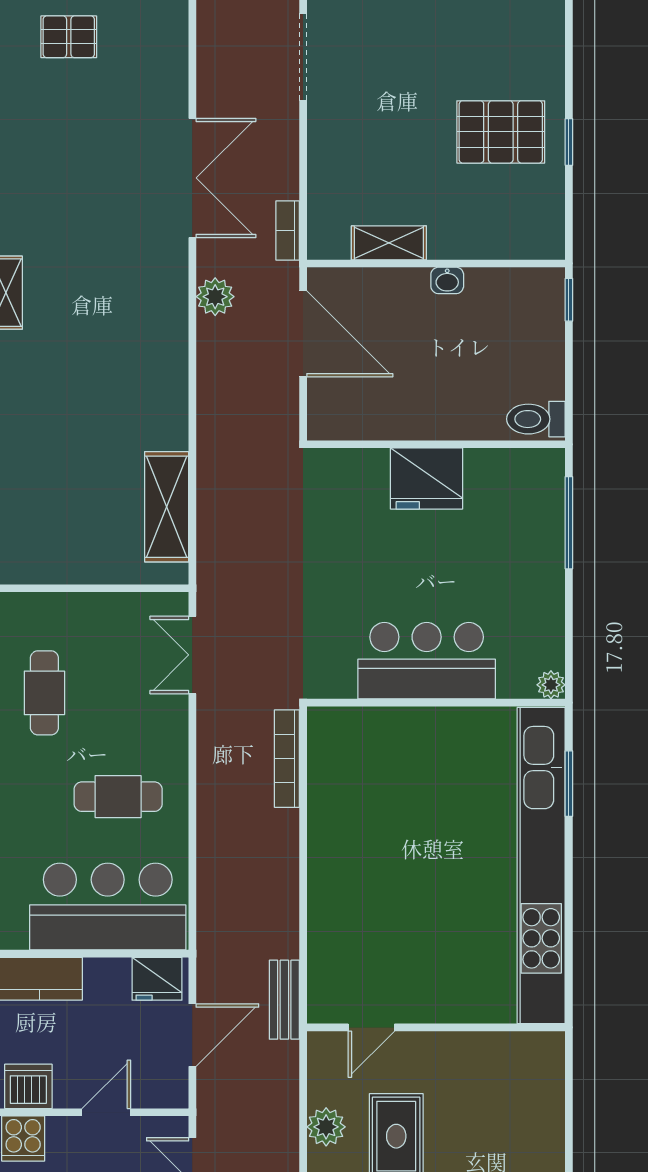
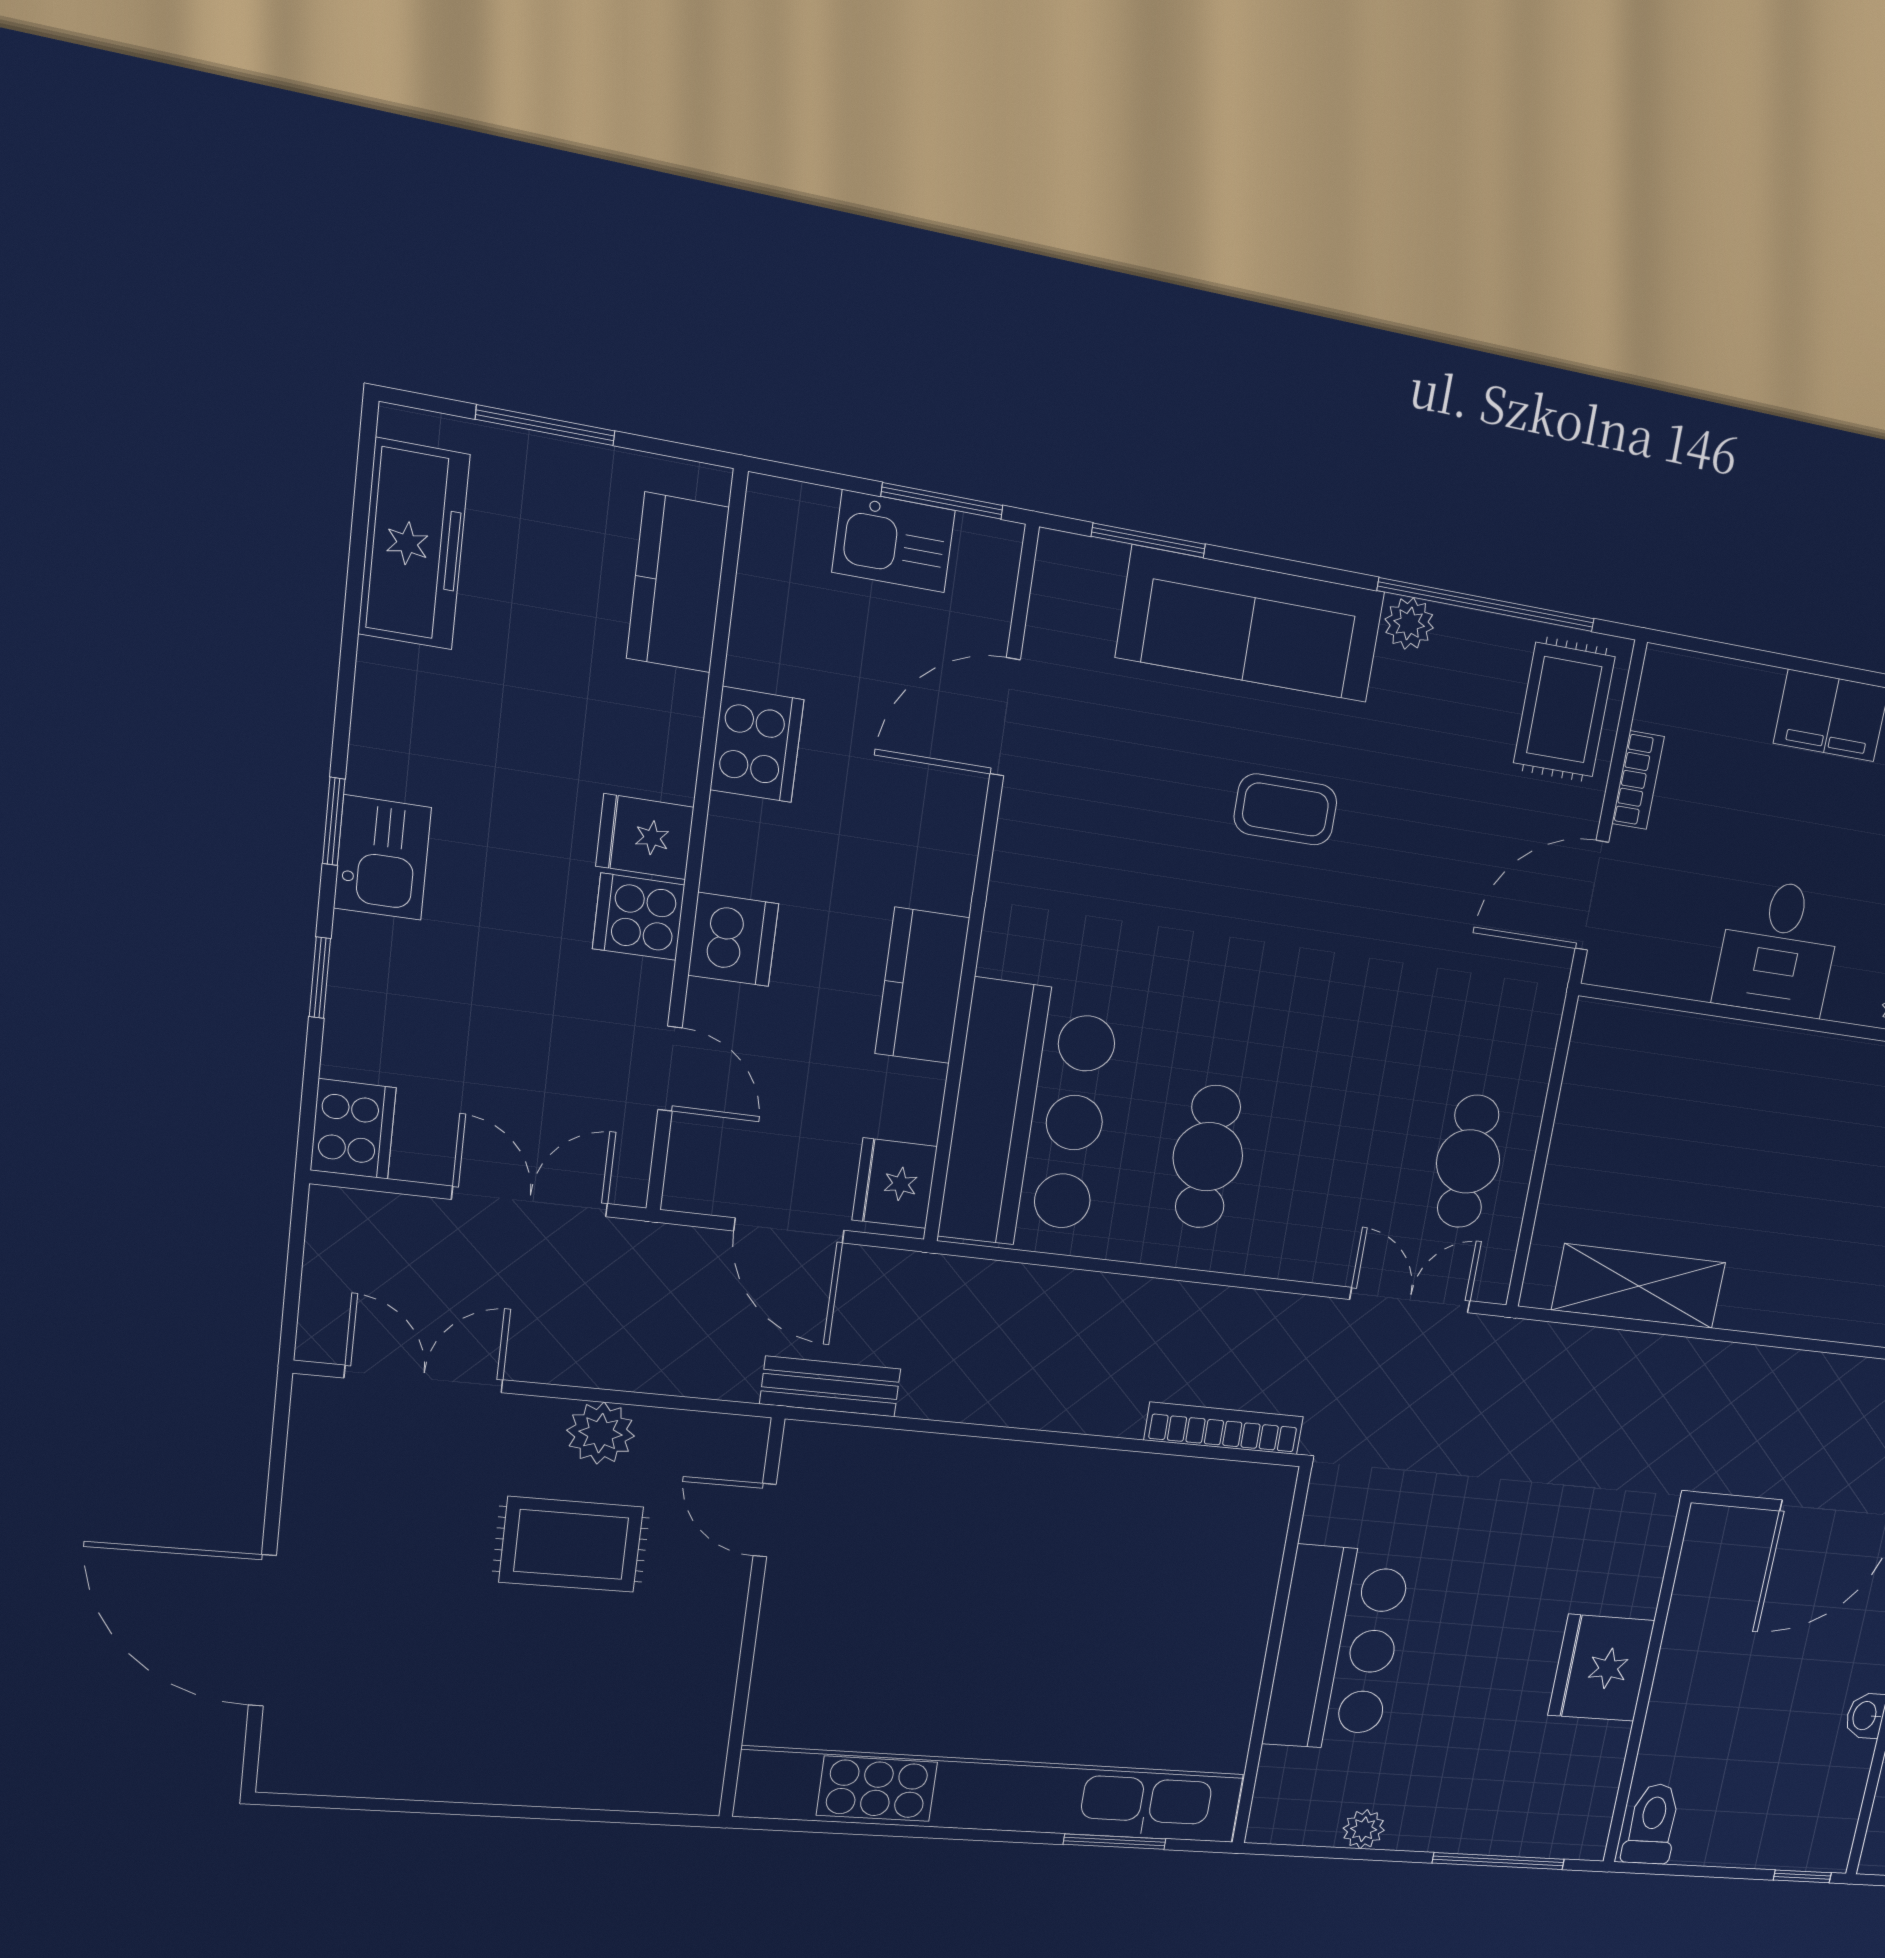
plant: (551, 685) -> (1364, 1829), moved
cafe table: (44, 693) -> (1468, 1161), moved, turned 90

